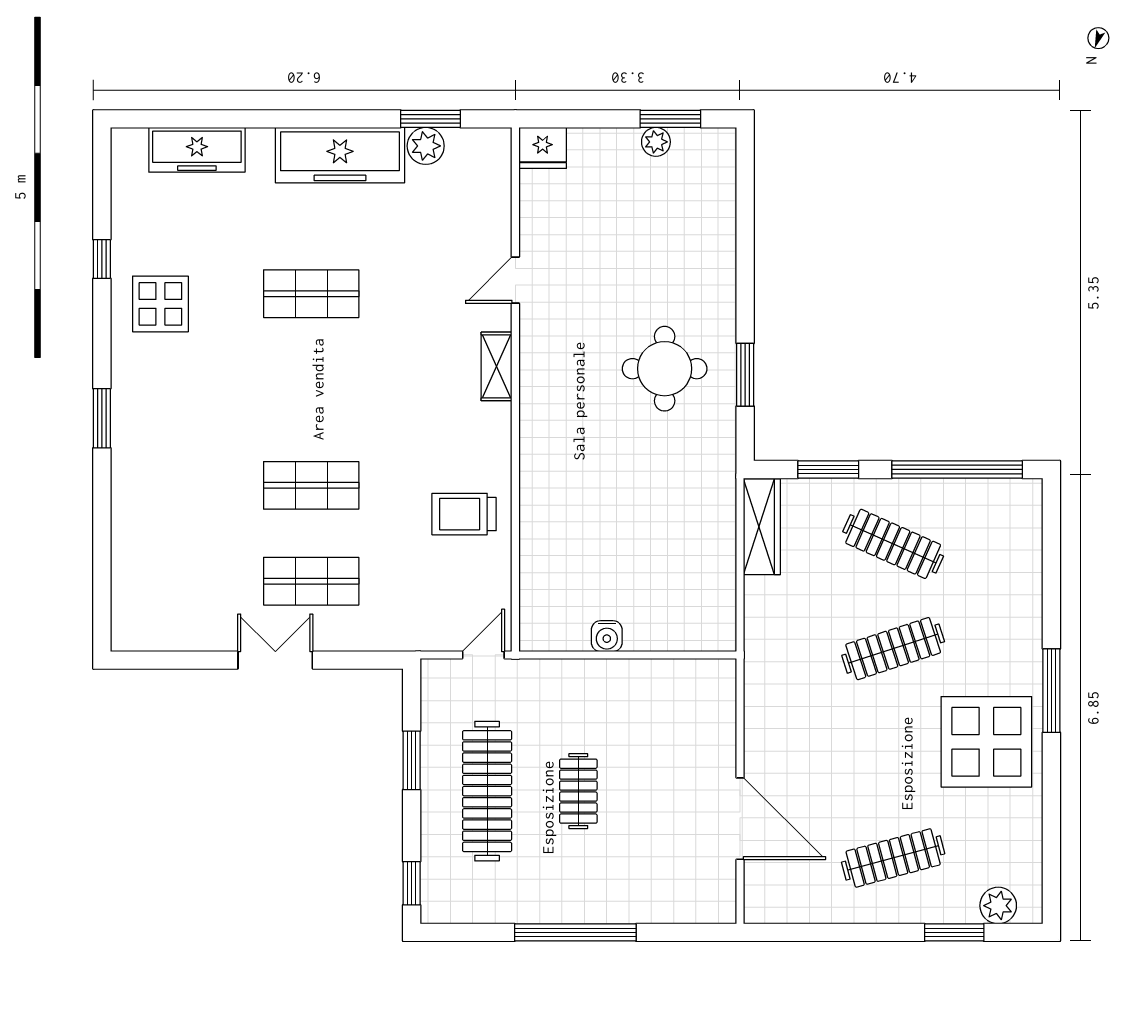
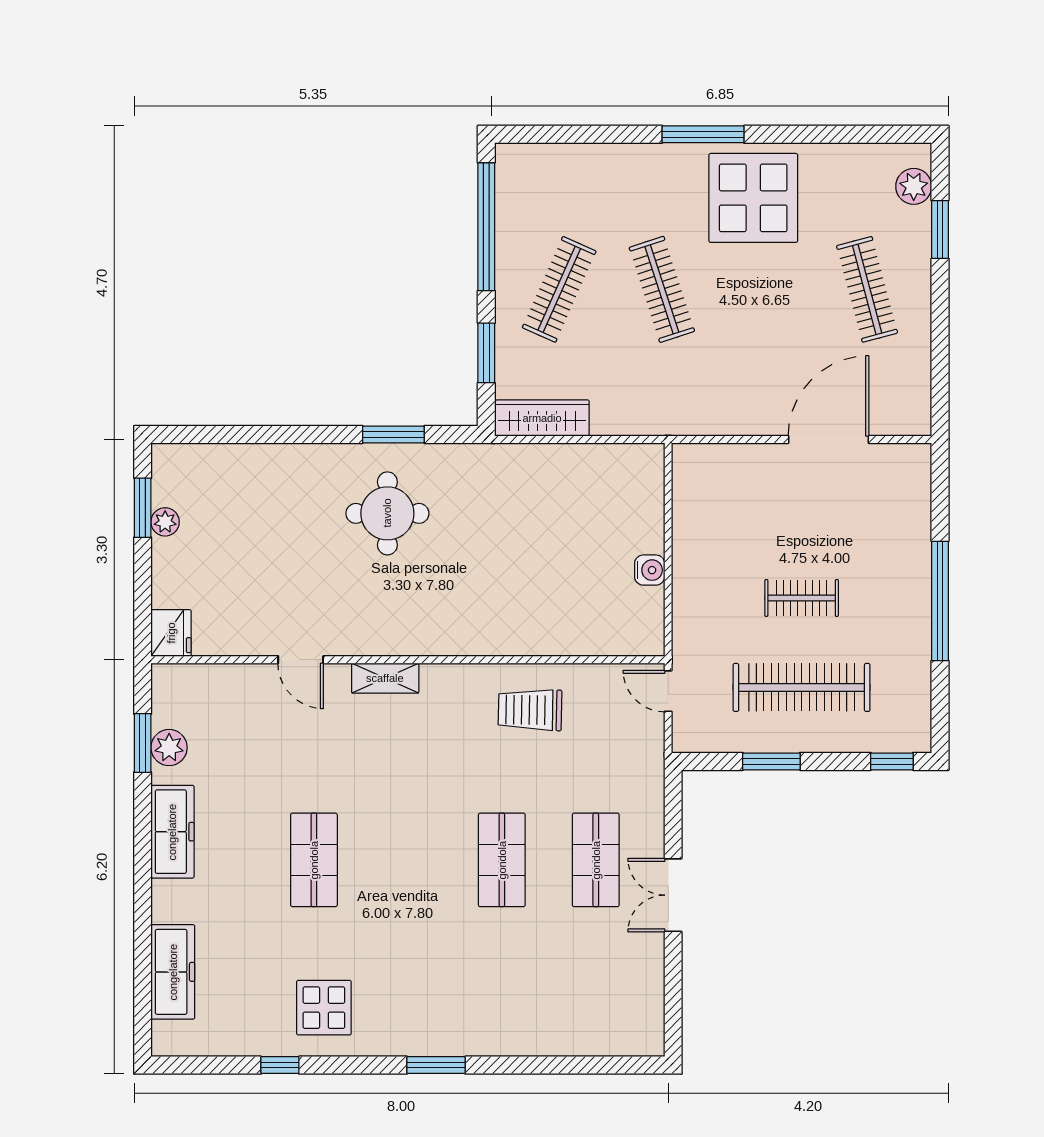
freezer: (340, 155) -> (172, 832), width x0.73, depth x0.79
trolley: (464, 514) -> (530, 710), turned 91

